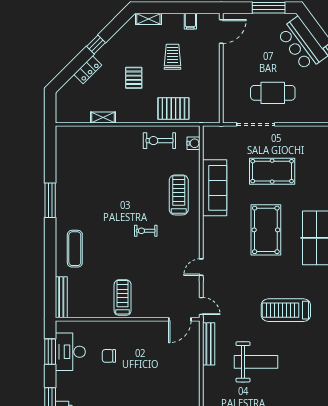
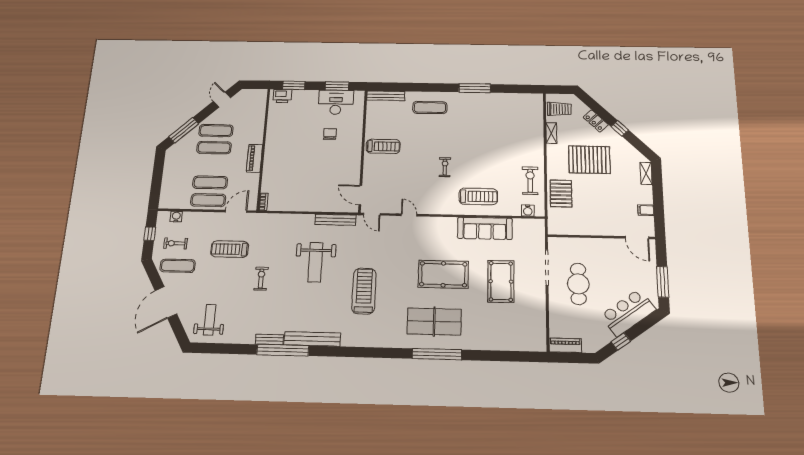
trolley: (173, 57) -> (559, 109), moved
pallet: (134, 78) -> (589, 160), width x2.05, depth x2.00
door: (201, 306) -> (372, 214), hinge flipped

